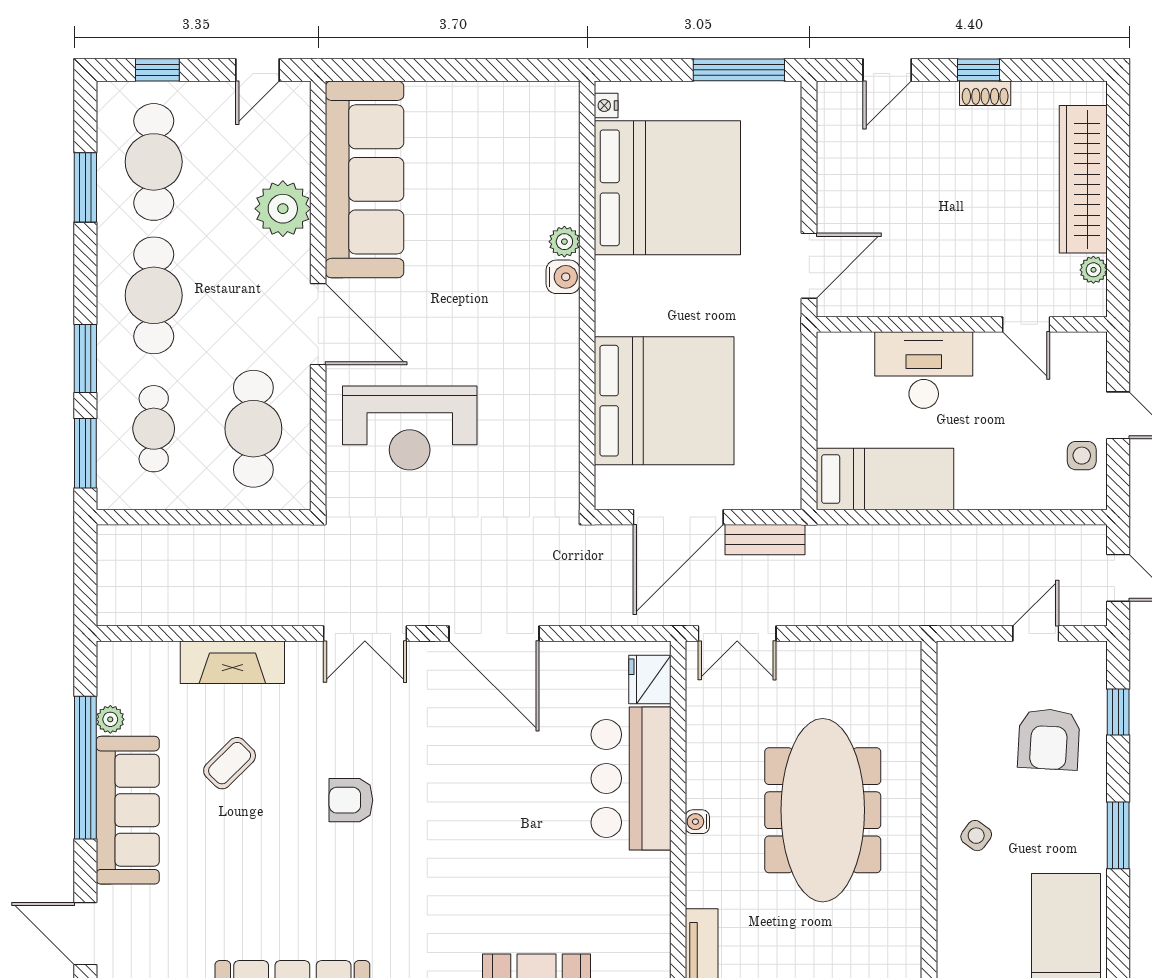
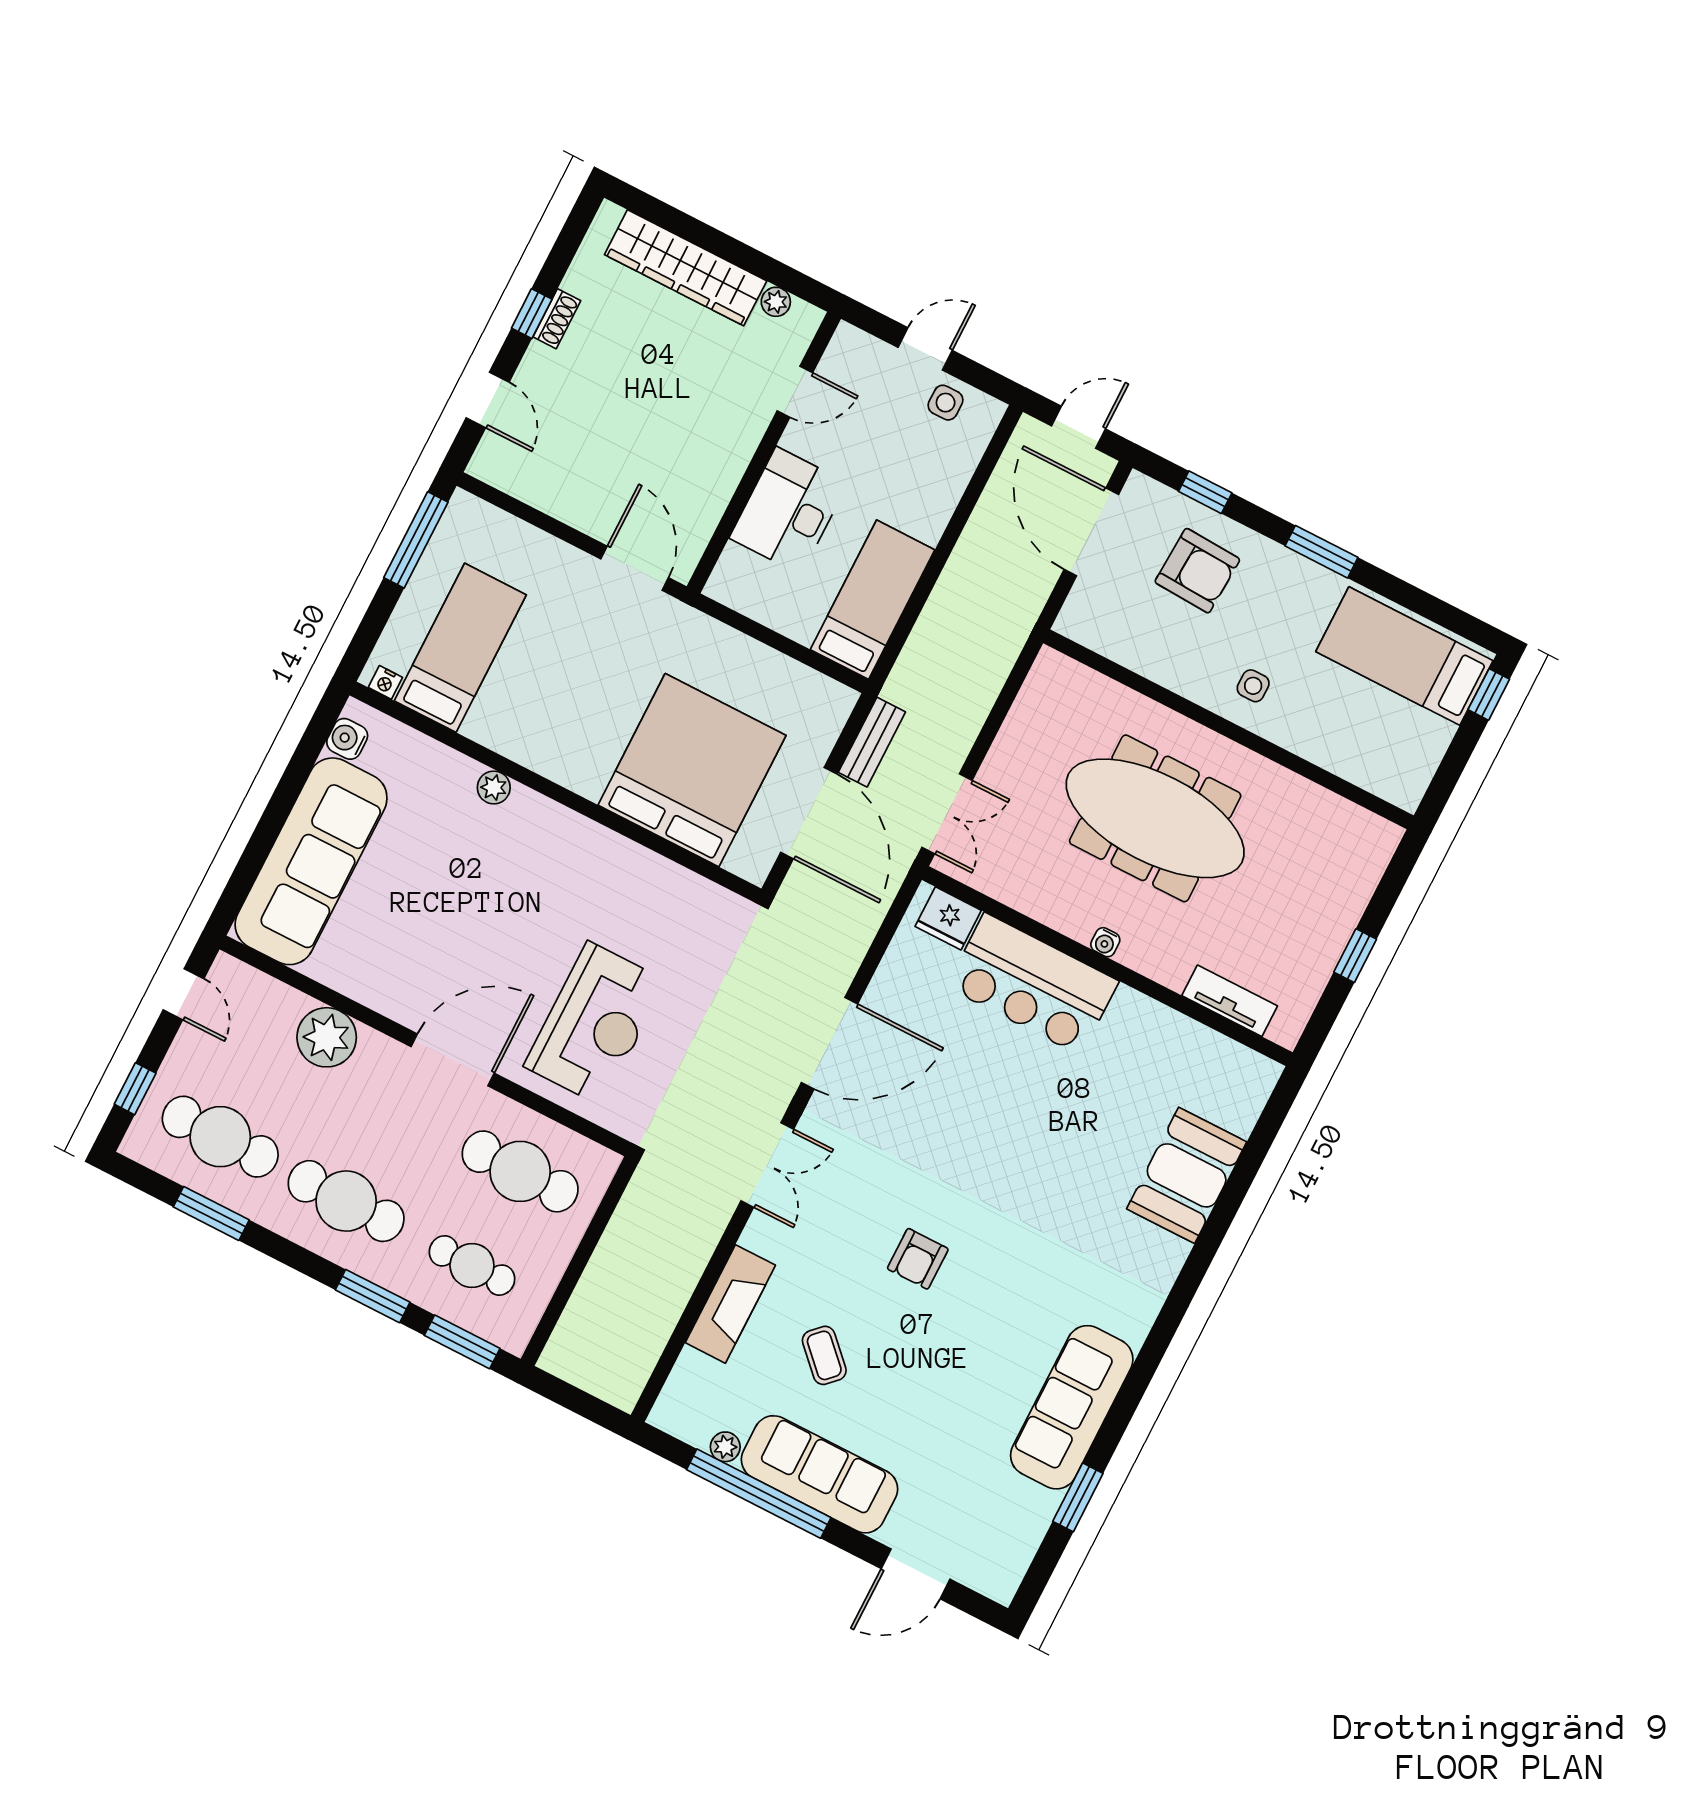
sofa: (365, 179) -> (311, 861), moved, turned 90
bed: (667, 188) -> (460, 648), width x0.49
water cooler: (563, 277) -> (347, 739), moved, turned -90
door: (1036, 634) -> (1091, 532), width x1.87
side table: (976, 836) -> (1253, 686), turned -36

